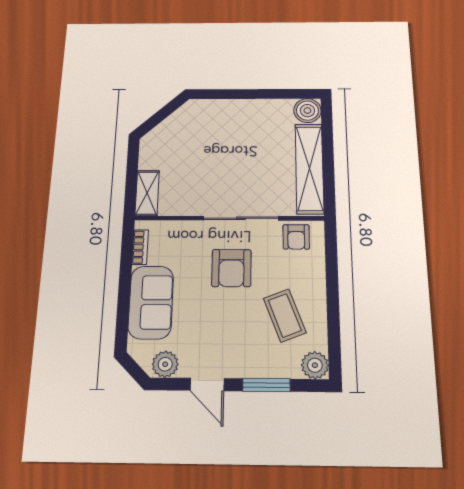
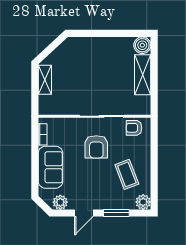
shelving: (309, 168) -> (143, 75), width x0.68
shelving: (147, 193) -> (45, 80), moved
armchair: (296, 237) -> (134, 128), turned 90
door: (207, 384) -> (84, 213), hinge flipped

